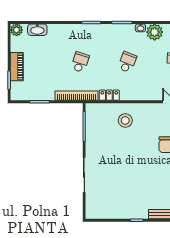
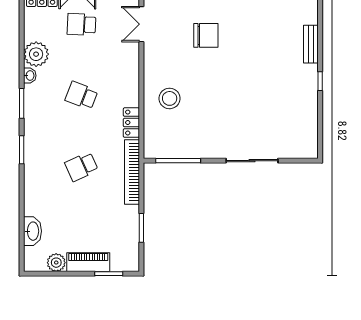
plant: (17, 30) -> (56, 263), moved
school desk: (80, 62) -> (81, 167), turned -42

